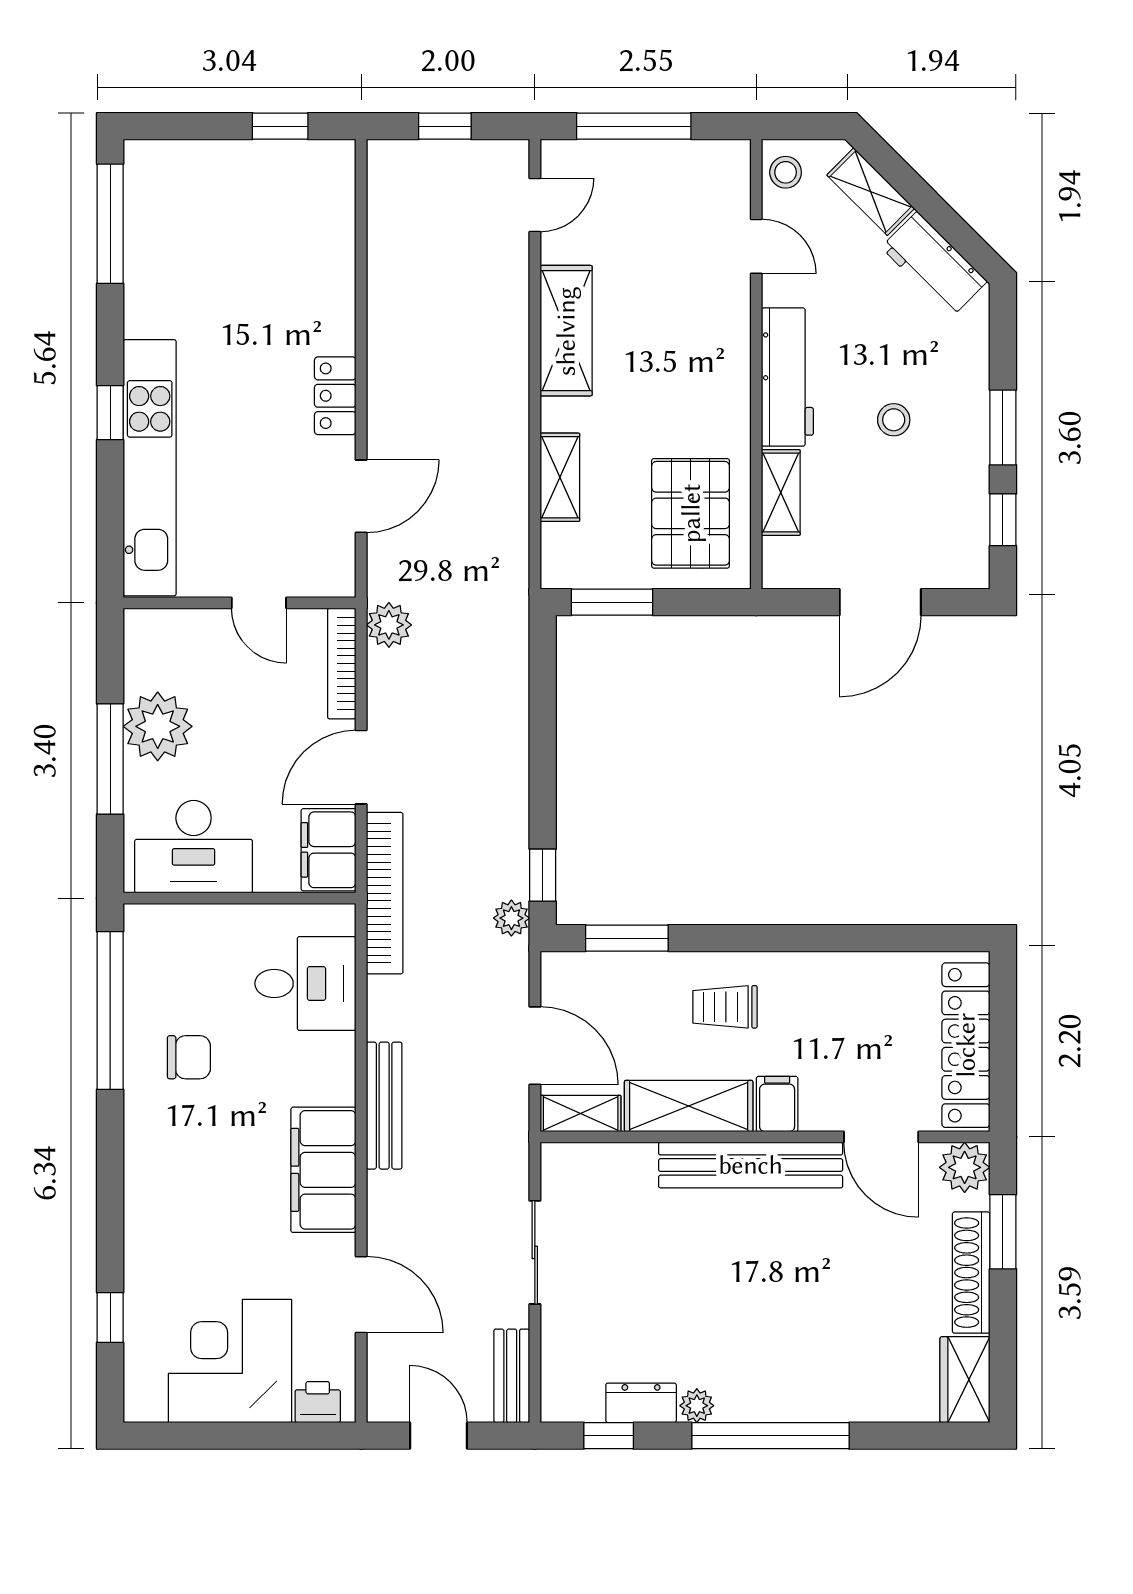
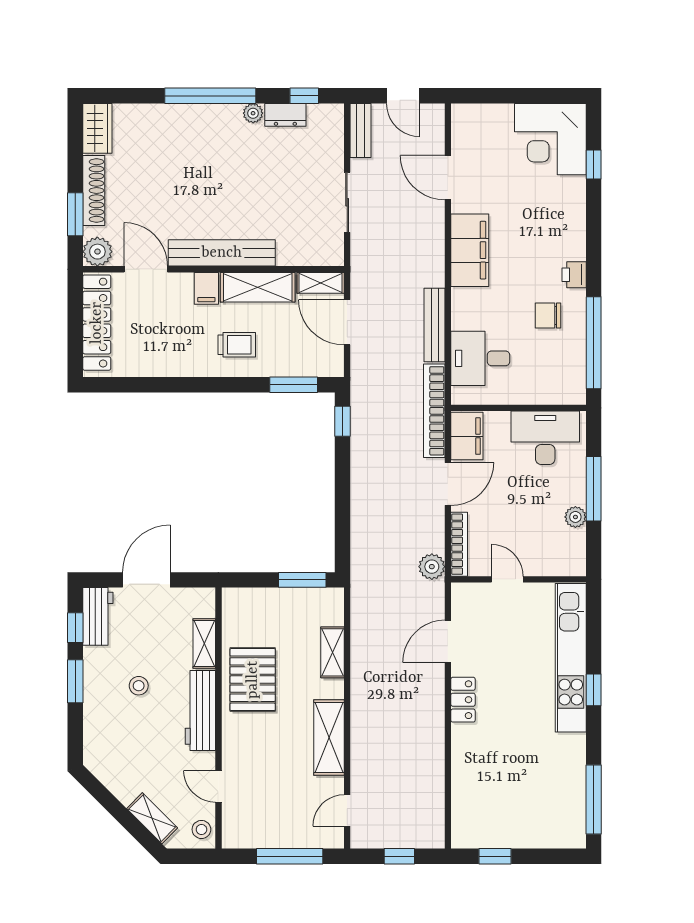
workbench: (934, 264) -> (98, 616), moved, turned 45
pallet: (691, 513) -> (253, 680), moved
plant: (158, 726) -> (575, 517), width x0.53, depth x0.53
plant: (511, 918) -> (361, 396), removed
bench: (384, 1106) -> (435, 325), moved
corner desk: (230, 1361) -> (550, 139), moved, turned 90
printer: (318, 1402) -> (574, 275), moved, turned 90

